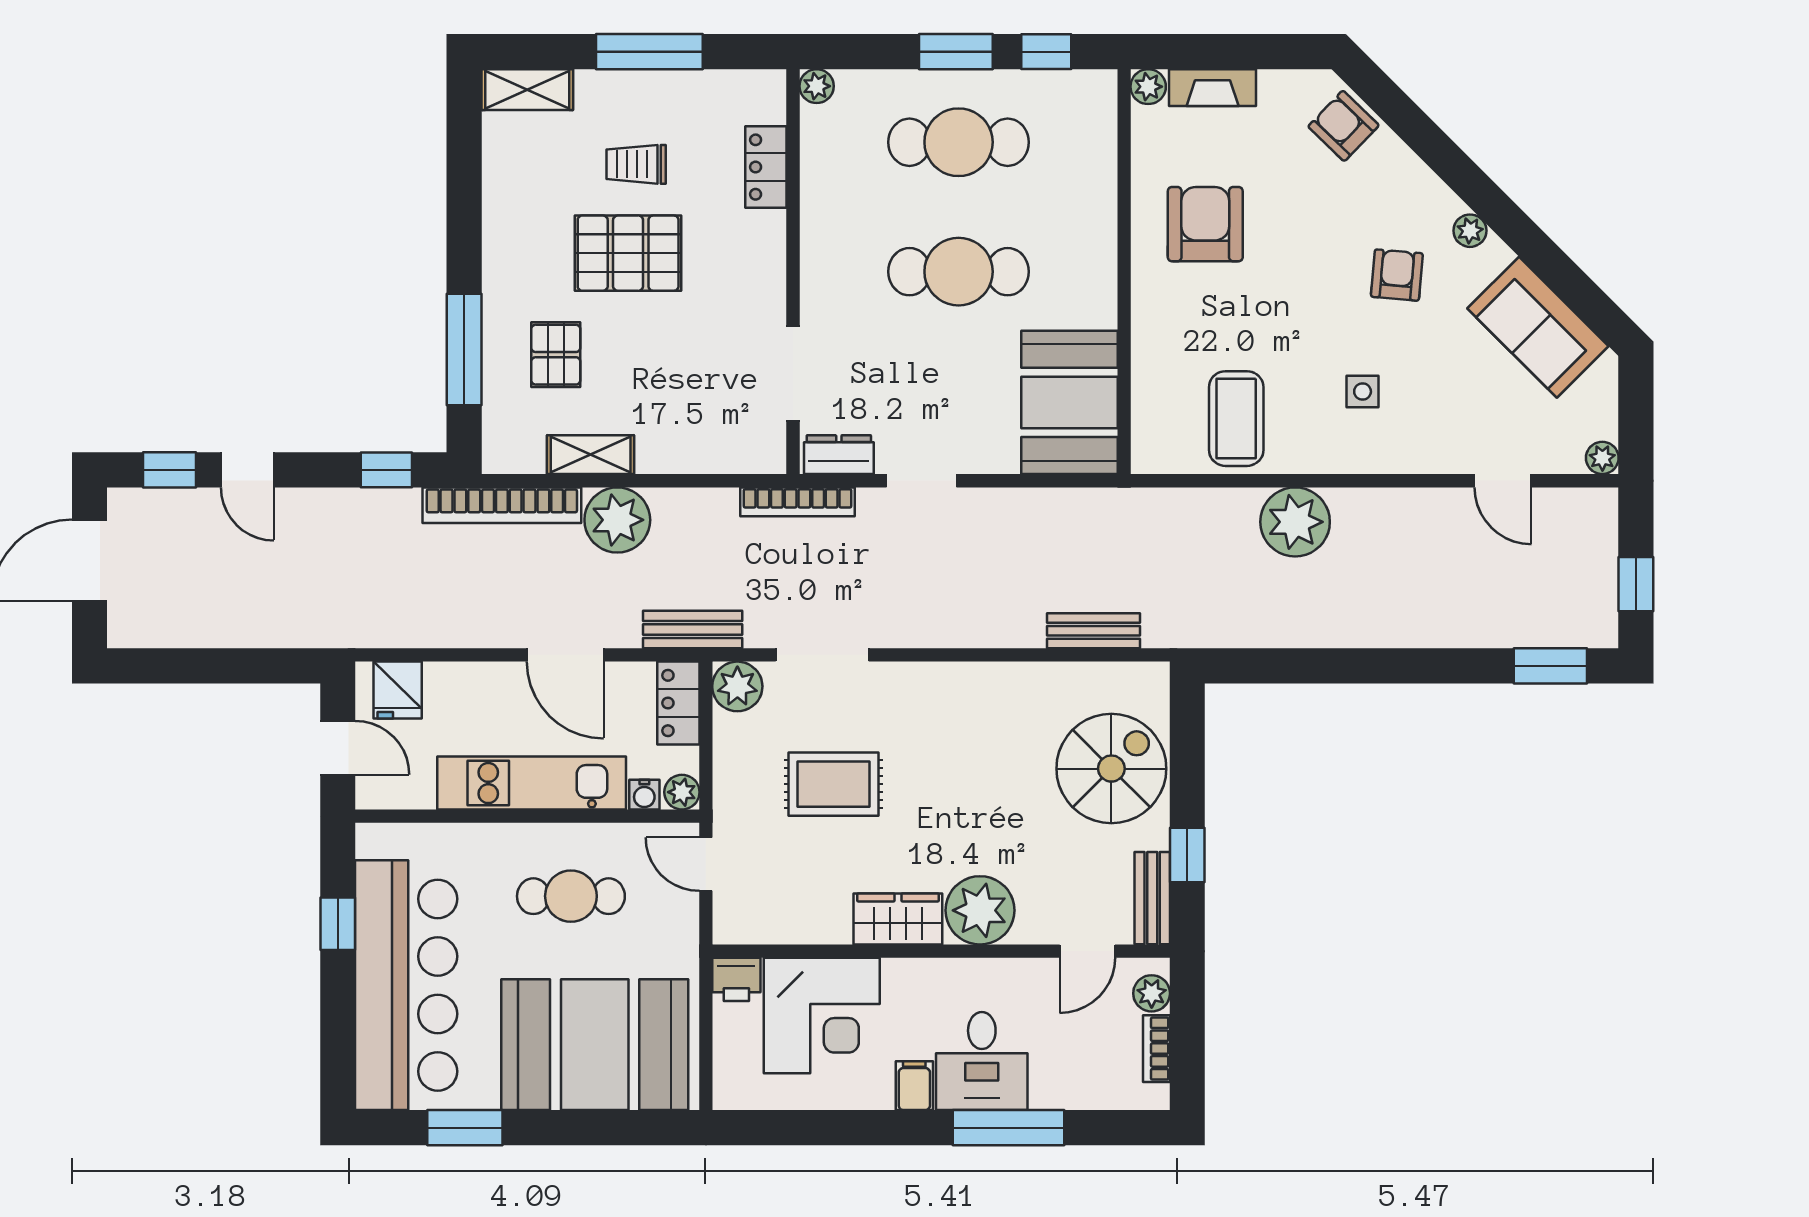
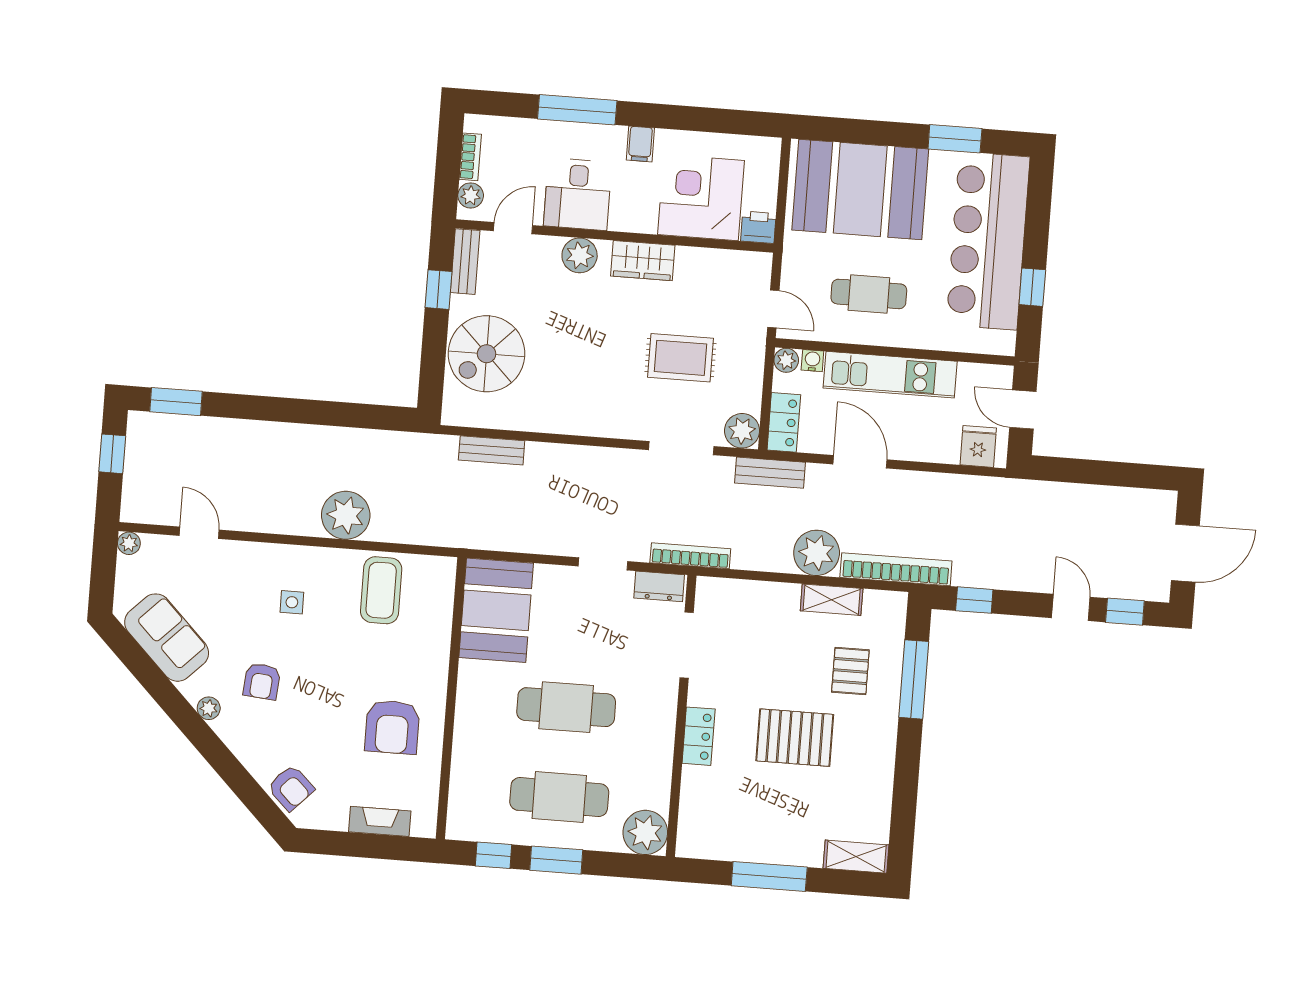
plant: (817, 86) -> (645, 832), width x1.87, depth x1.87
plant: (1148, 87) -> (425, 826), removed
trolley: (636, 164) -> (784, 799), removed
locker: (766, 167) -> (699, 736), moved
plant: (980, 910) -> (580, 255), width x0.73, depth x0.73
desk: (982, 1061) -> (578, 194), moved, turned 180

